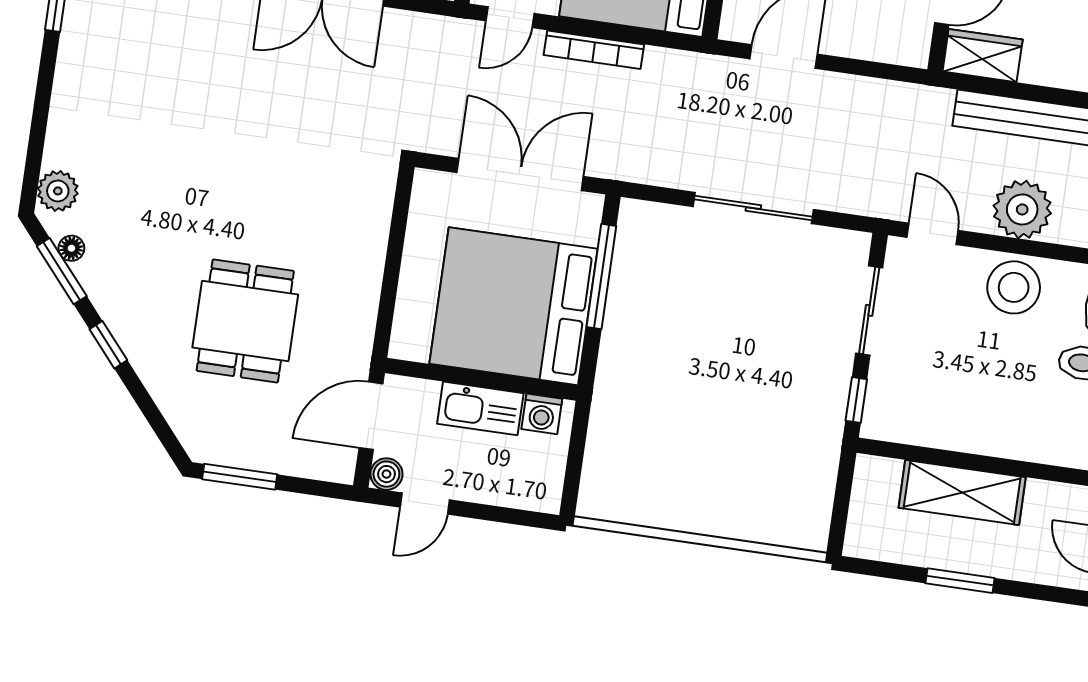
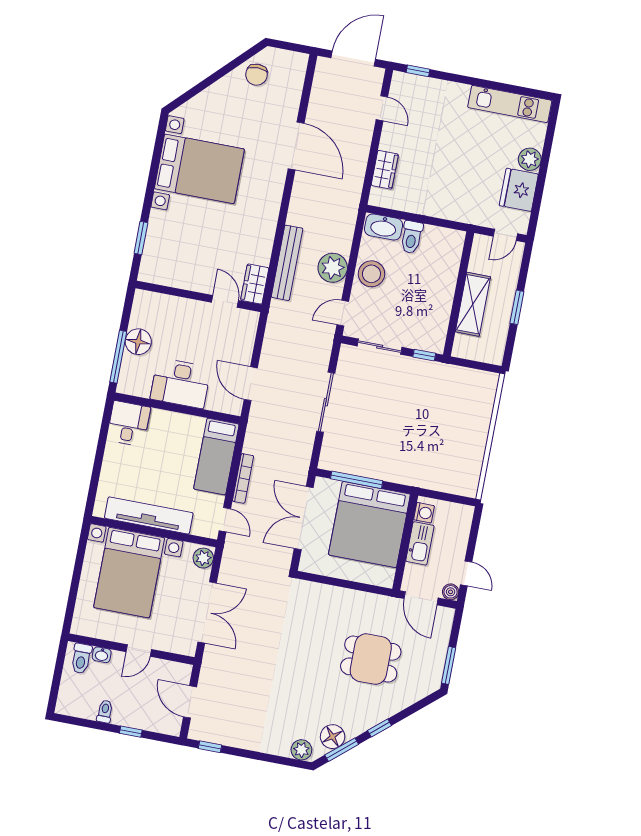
floor lamp: (71, 248) -> (333, 737), width x1.89, depth x1.89

